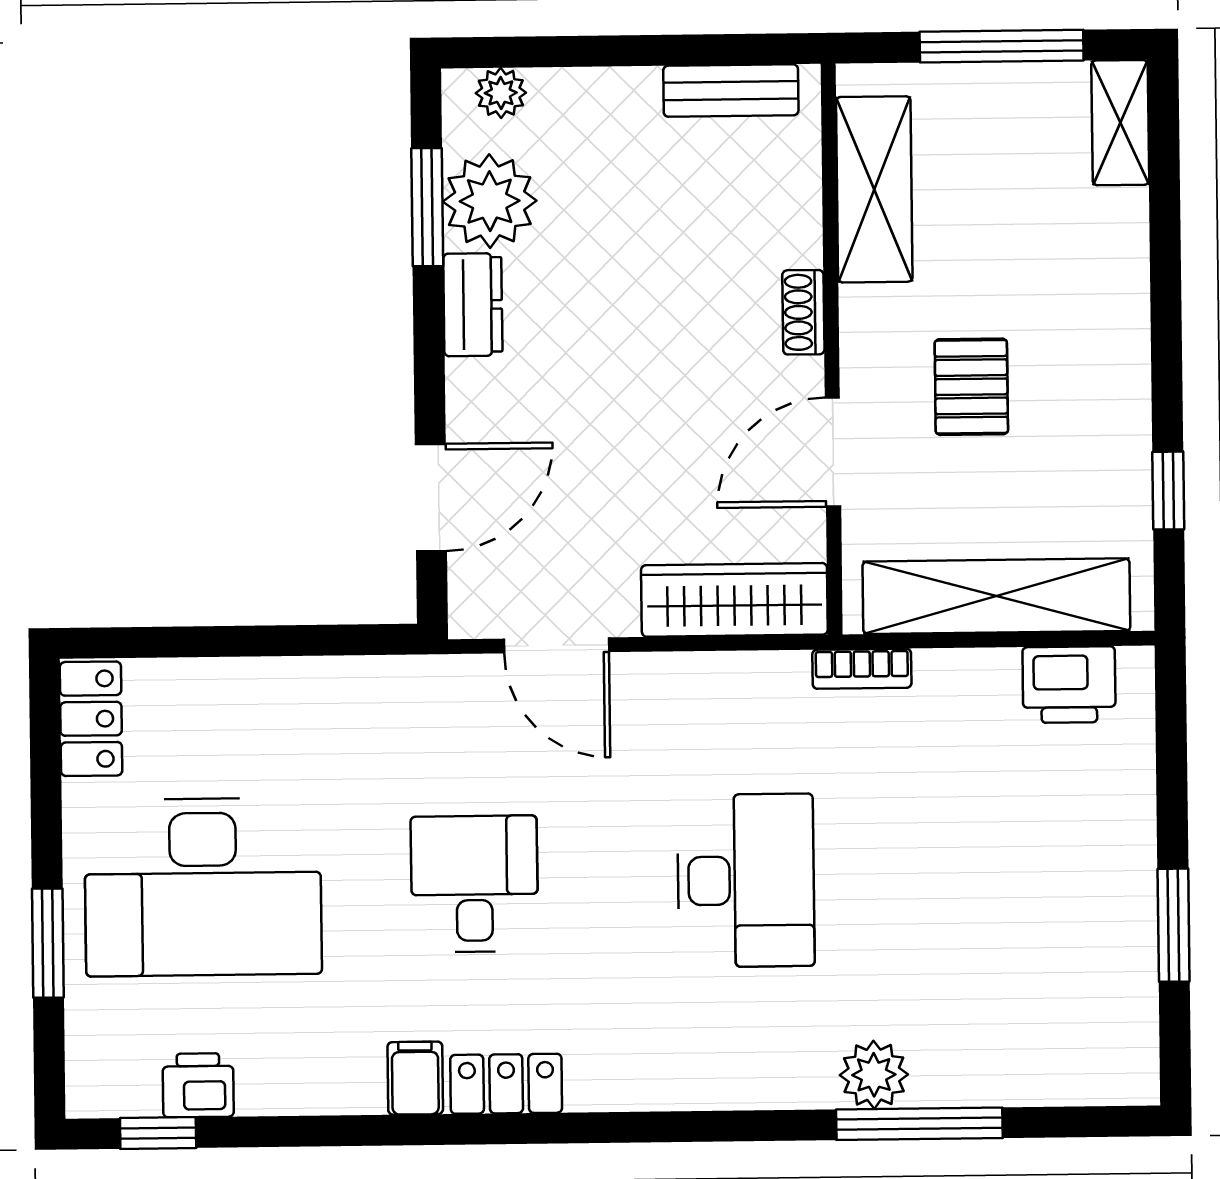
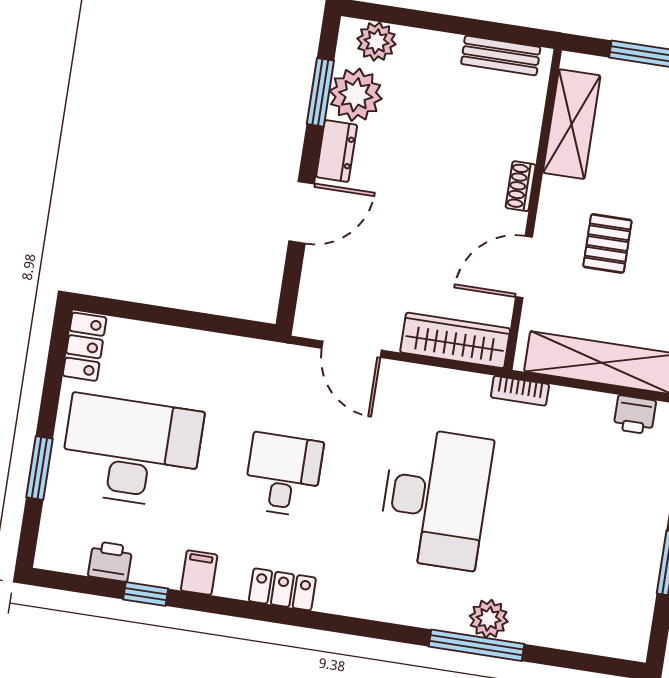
plant: (501, 93) -> (377, 41), width x1.38, depth x1.38
door: (431, 498) -> (302, 212), moved
printer: (1069, 685) -> (635, 415), width x0.73, depth x0.81
desk: (746, 880) -> (435, 498), width x1.36, depth x1.30
desk: (203, 887) -> (131, 451), turned 180
filing cabinet: (415, 1078) -> (199, 573), moved
window: (919, 1124) -> (476, 645), moved
window: (158, 1133) -> (146, 594), moved

